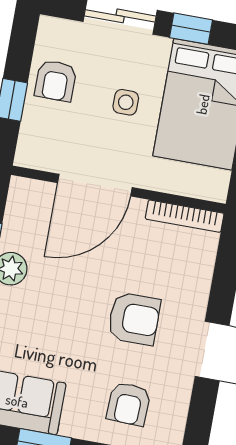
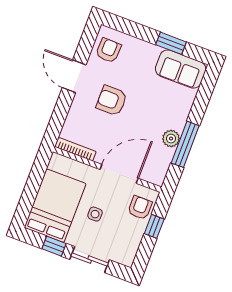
armchair: (56, 81) -> (140, 208), moved
armchair: (129, 404) -> (108, 50), moved

